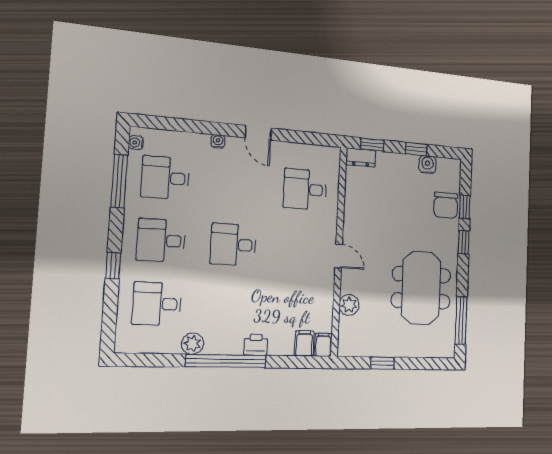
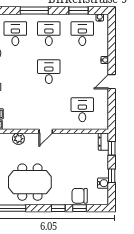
window: (119, 181) -> (79, 10), width x0.69
window: (113, 266) -> (34, 10), width x2.17

